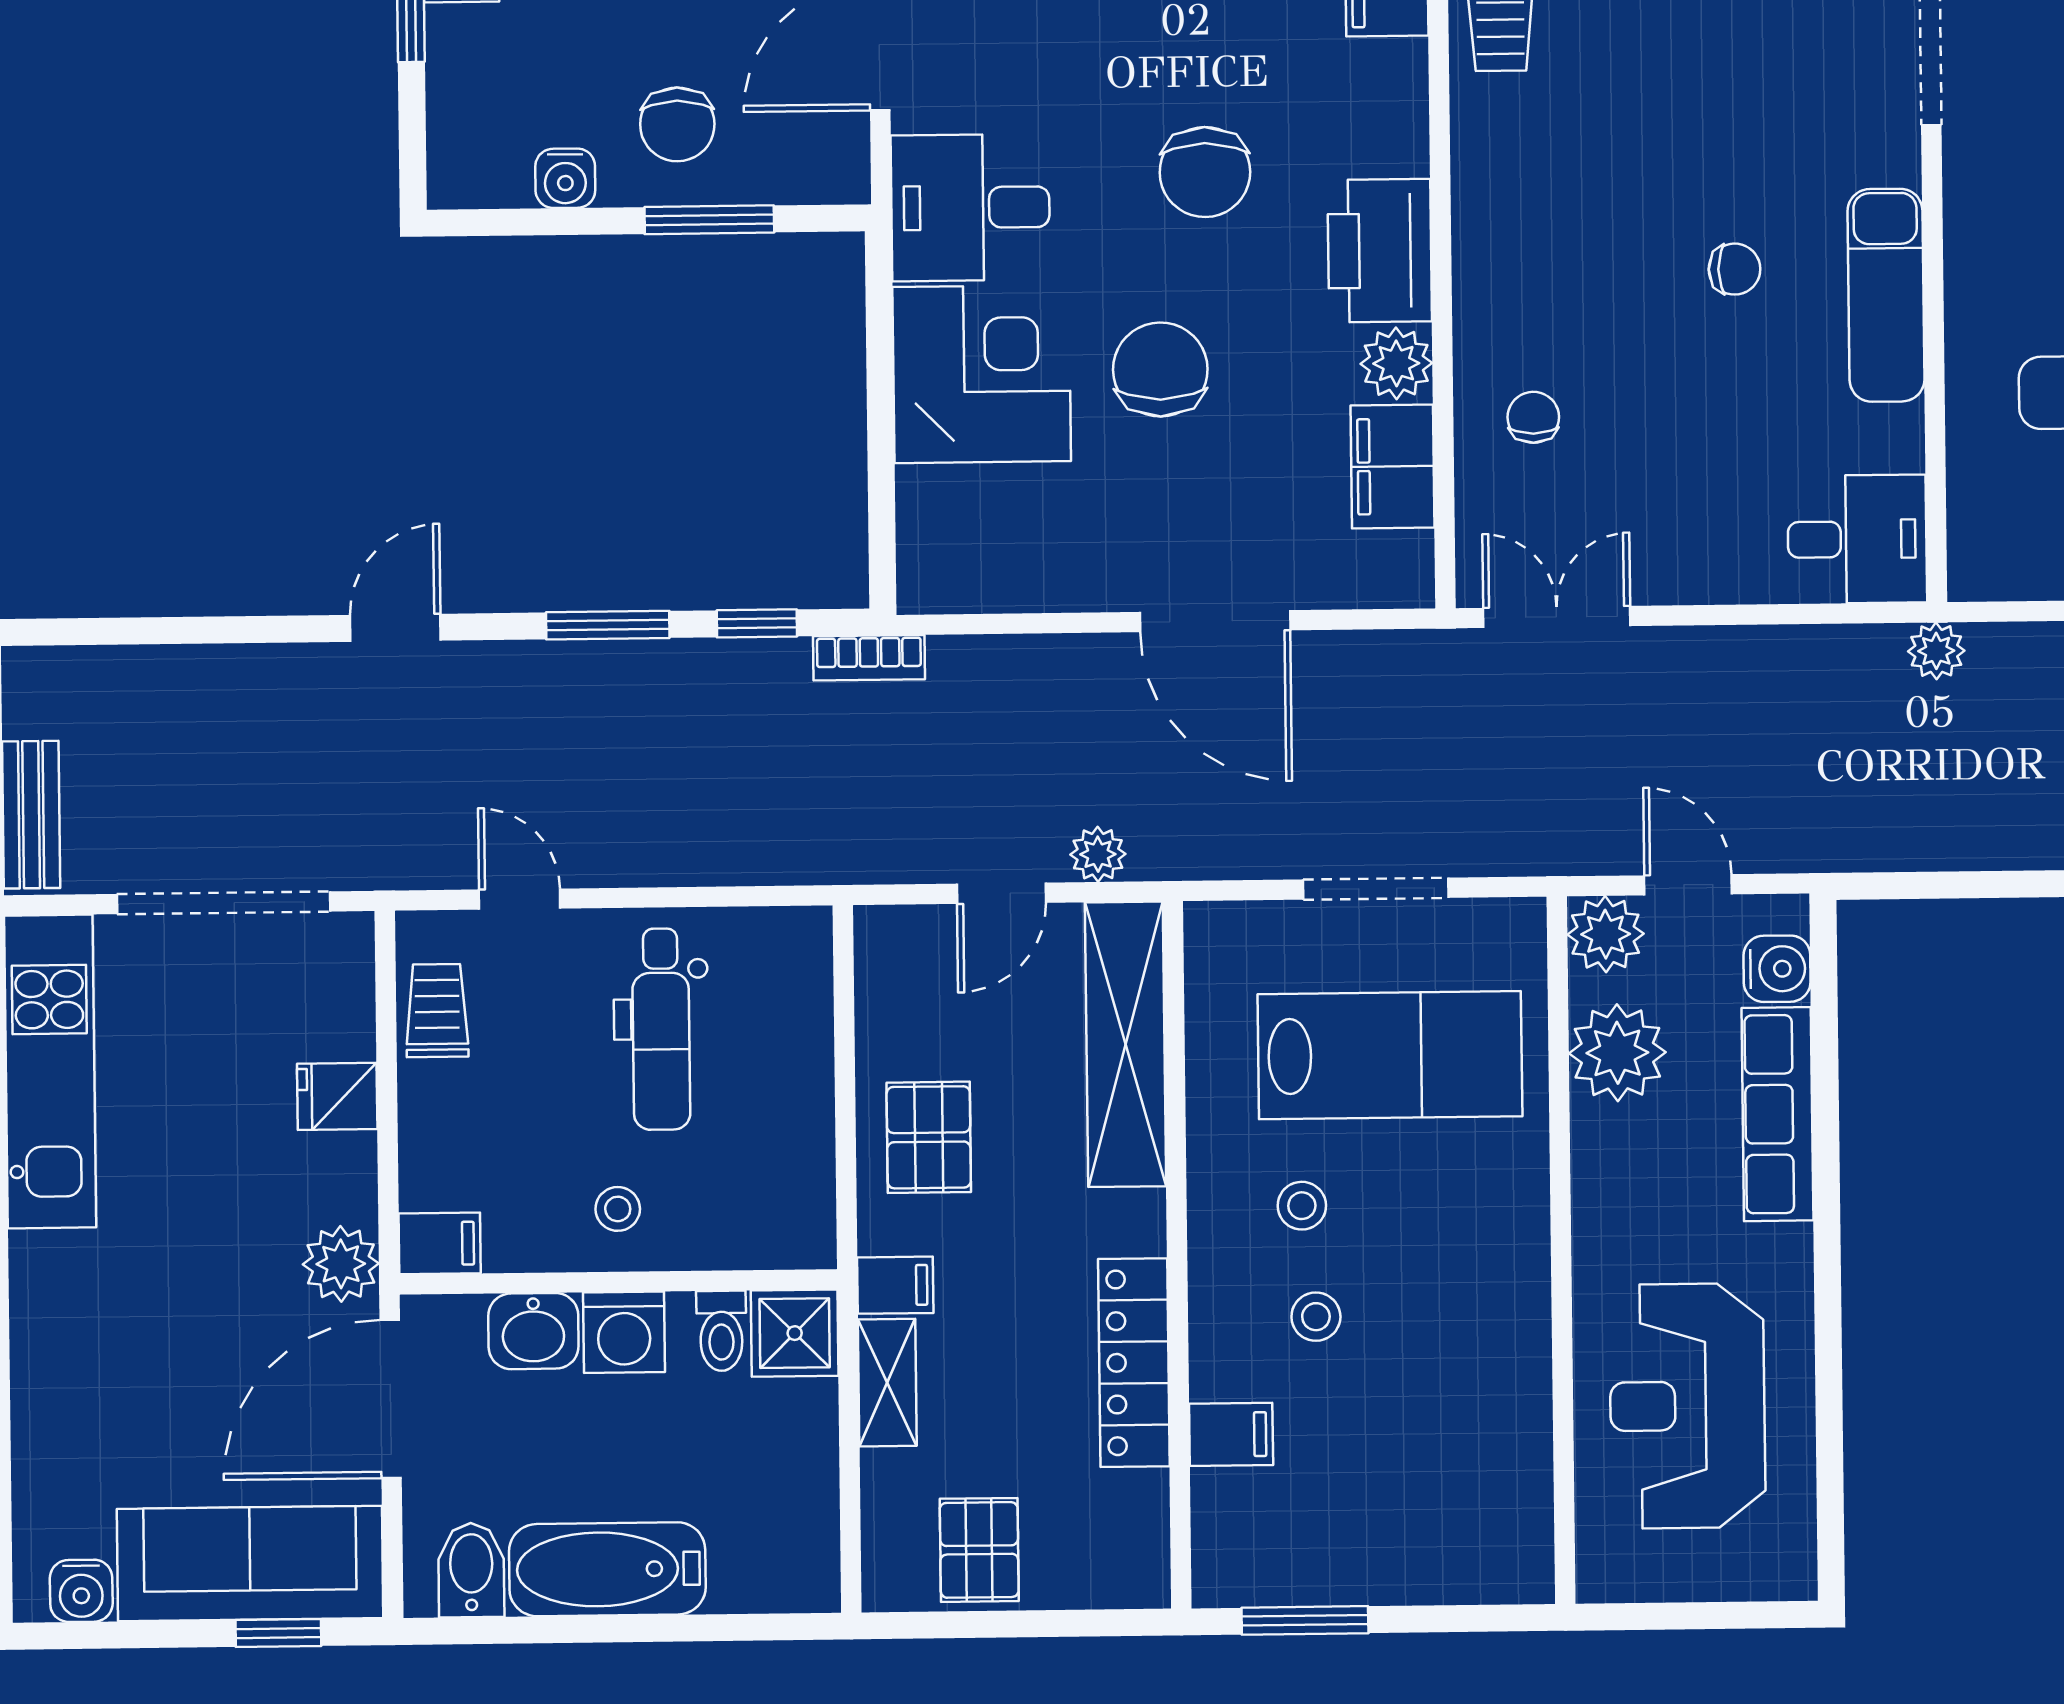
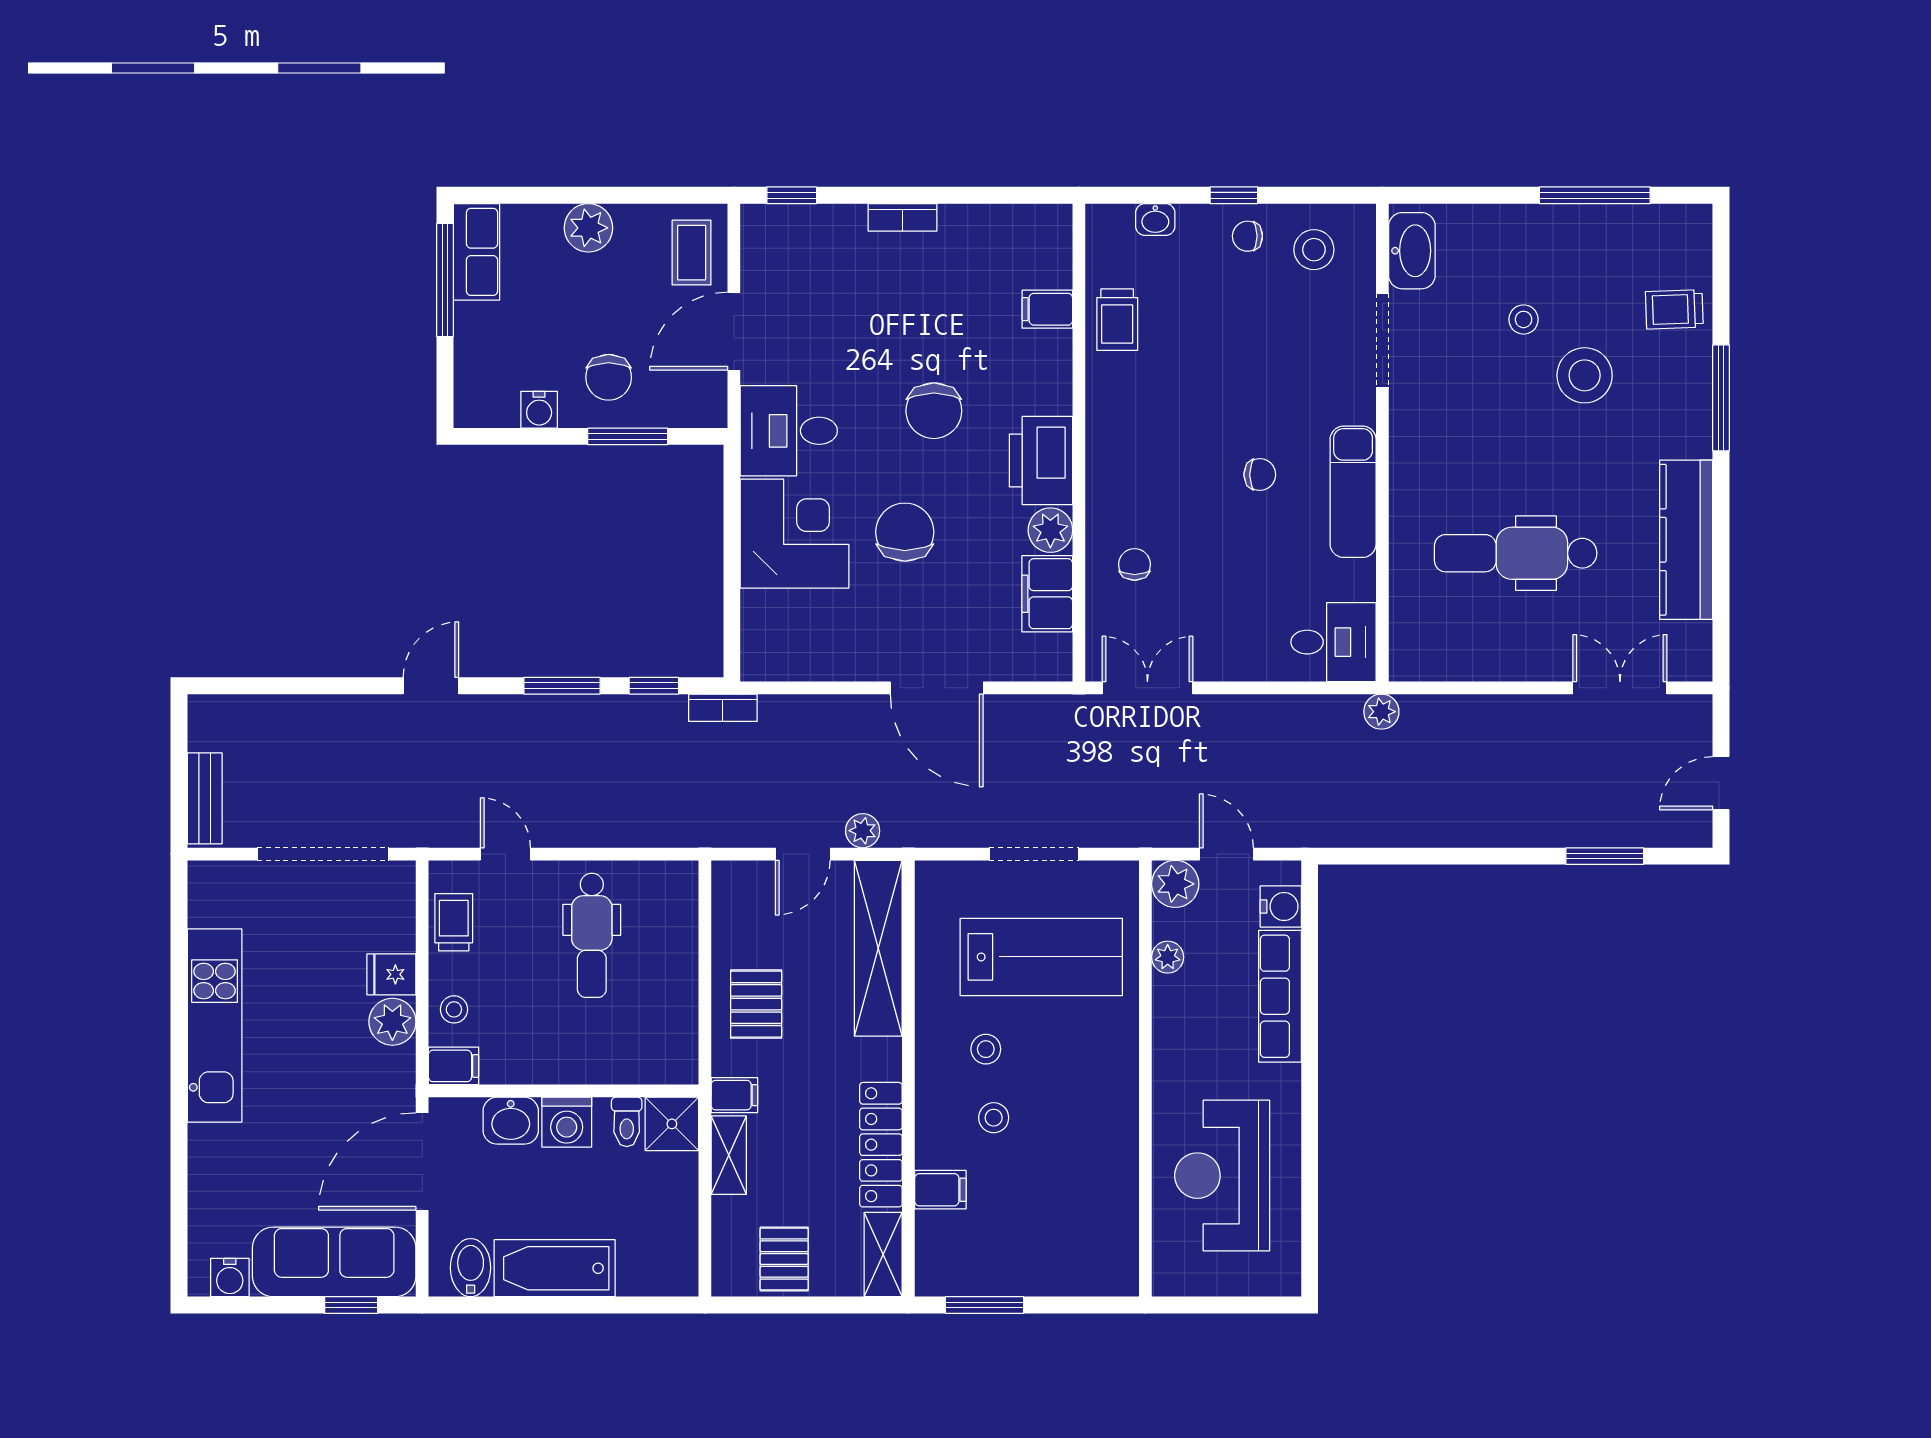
plant: (1617, 1053) -> (1168, 957), width x0.53, depth x0.53
kitchen unit: (50, 1071) -> (215, 1025), moved
stool: (618, 1209) -> (454, 1009), moved
plant: (341, 1264) -> (392, 1022), moved
shelving: (1140, 1541) -> (883, 1255), added

